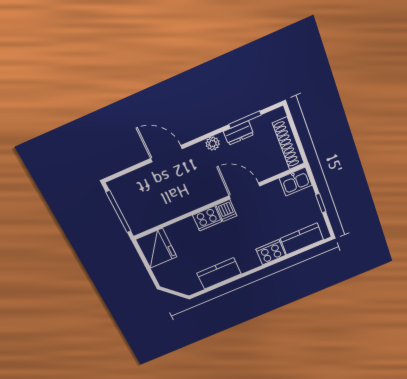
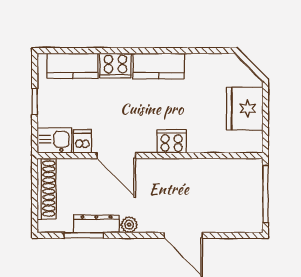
dresser: (239, 133) -> (96, 224), width x1.44
dishwasher: (226, 210) -> (82, 141), moved
fridge: (156, 248) -> (245, 108), moved
kitchen counter: (219, 274) -> (159, 66), moved

